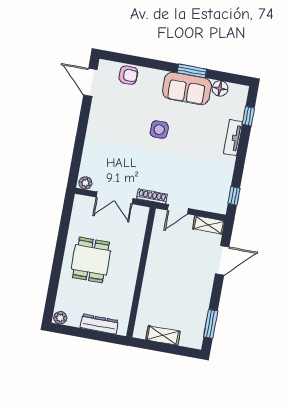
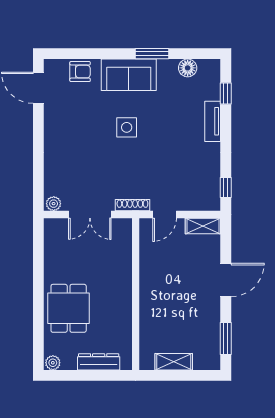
sofa: (187, 88) -> (129, 75), moved
dining table: (91, 260) -> (69, 308), moved
door: (222, 260) -> (226, 280), moved

